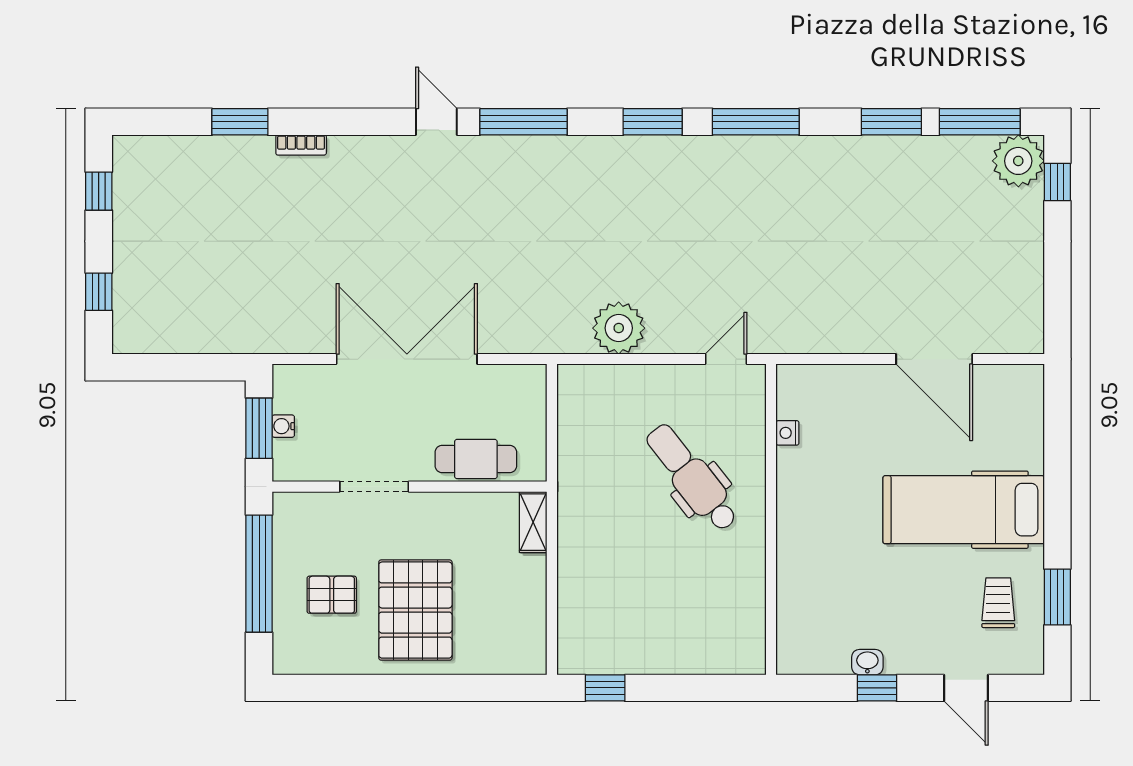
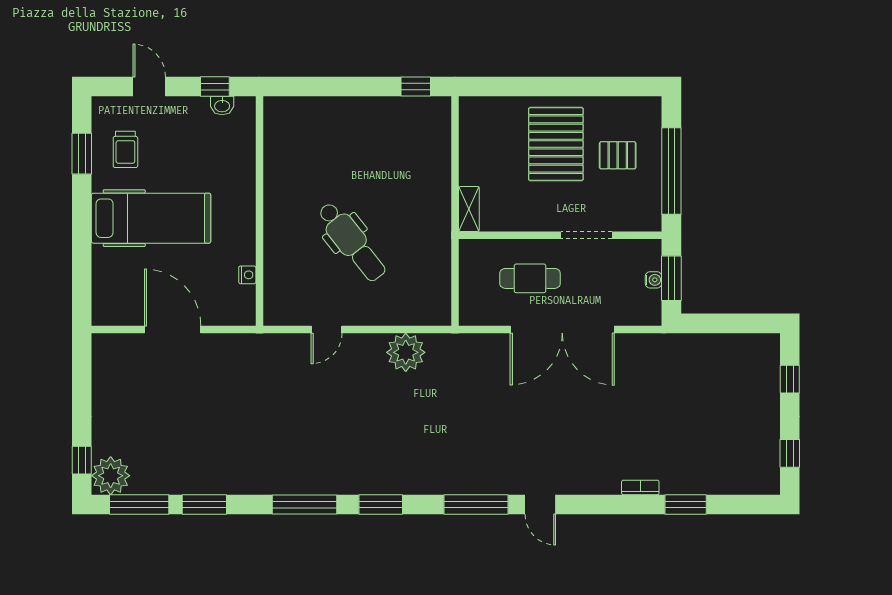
nightstand: (787, 433) -> (247, 275), moved
cafe table: (476, 459) -> (530, 278), moved
wall: (771, 519) -> (259, 211), moved

